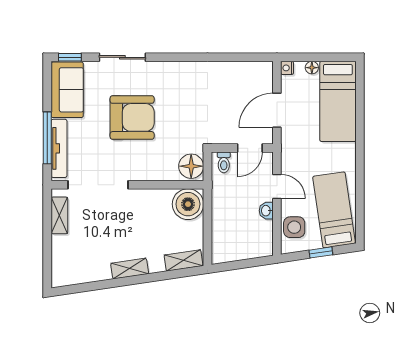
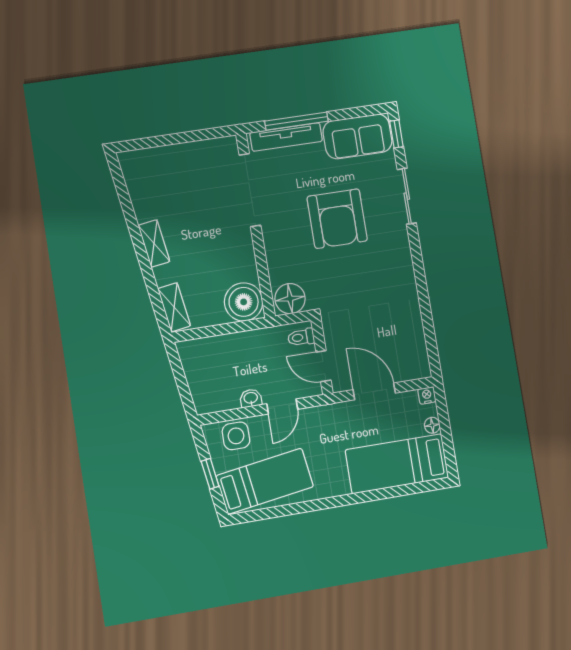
shelving: (59, 215) -> (205, 149), removed

